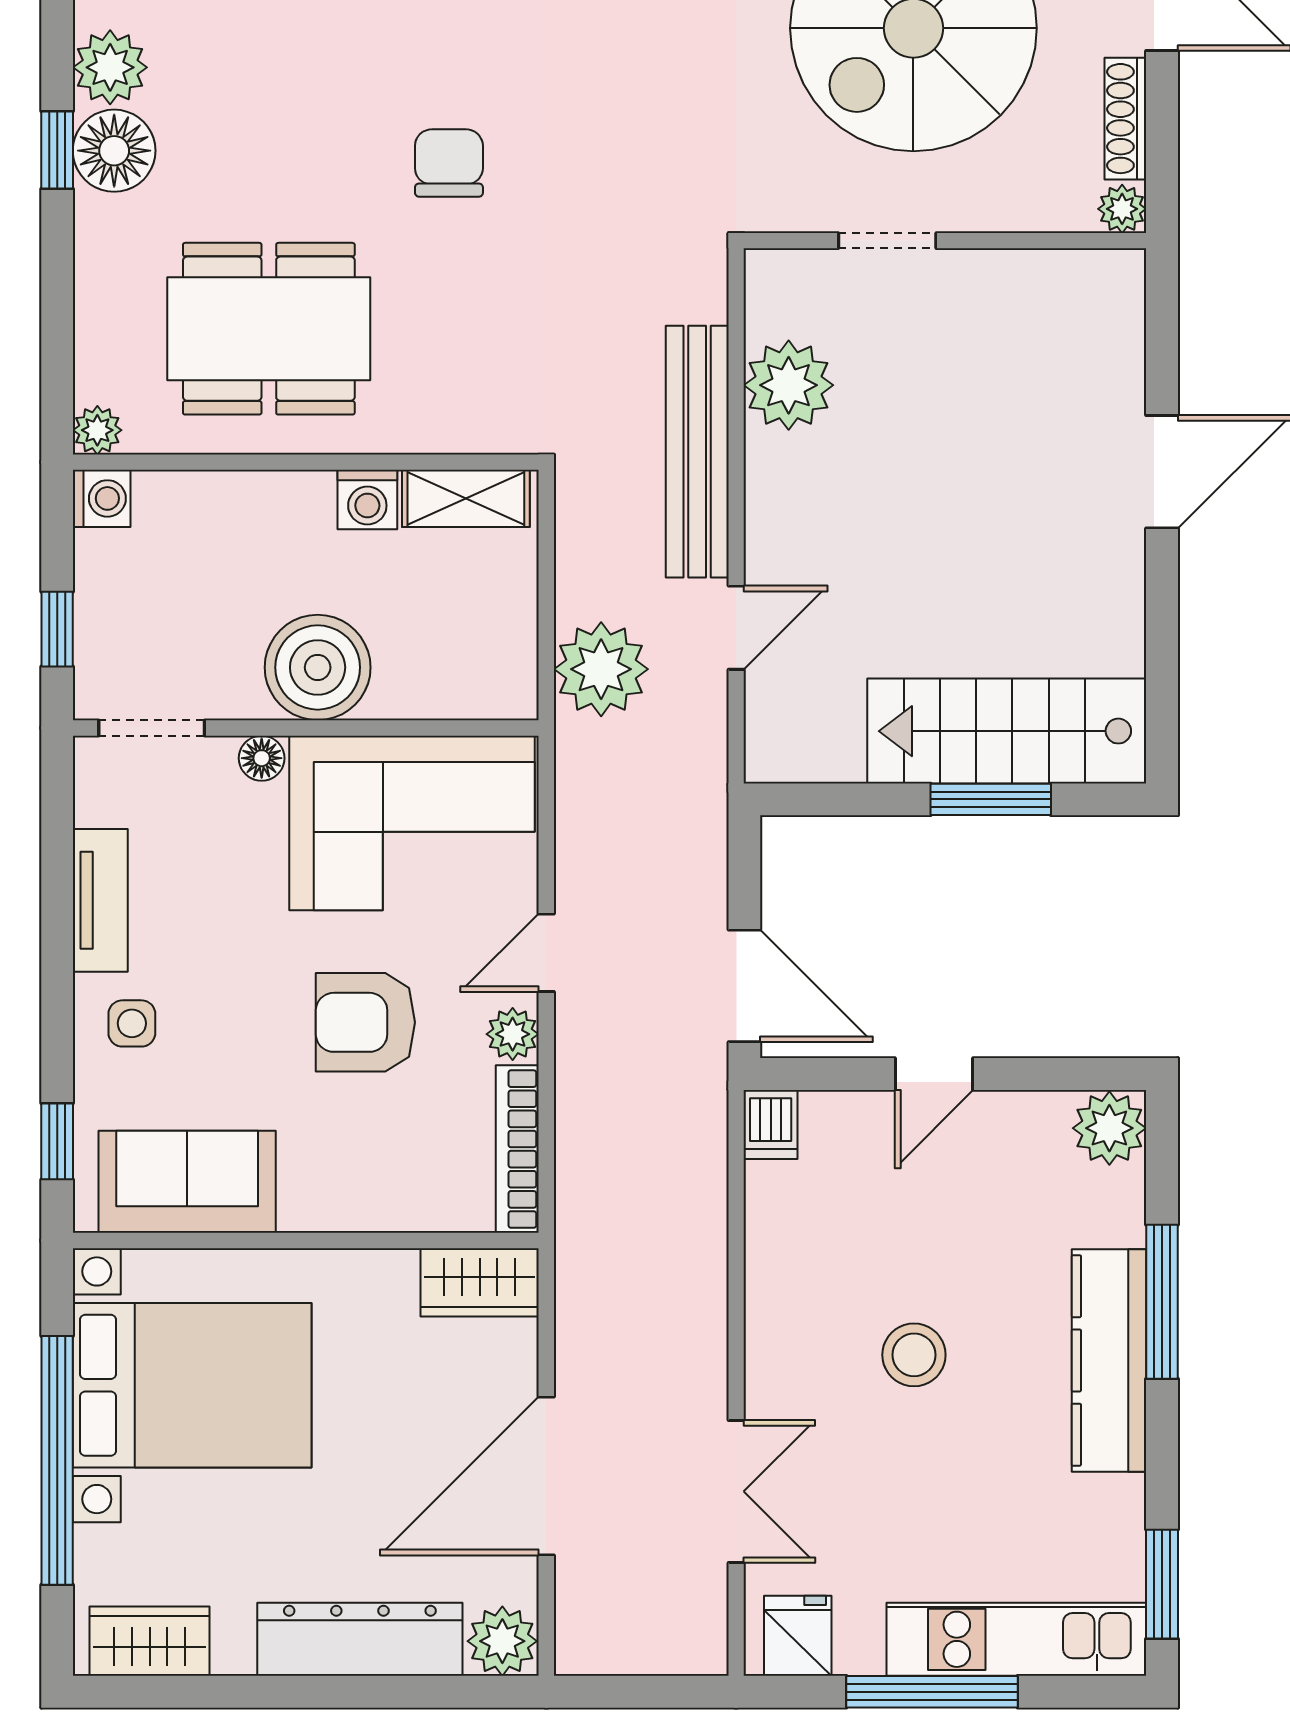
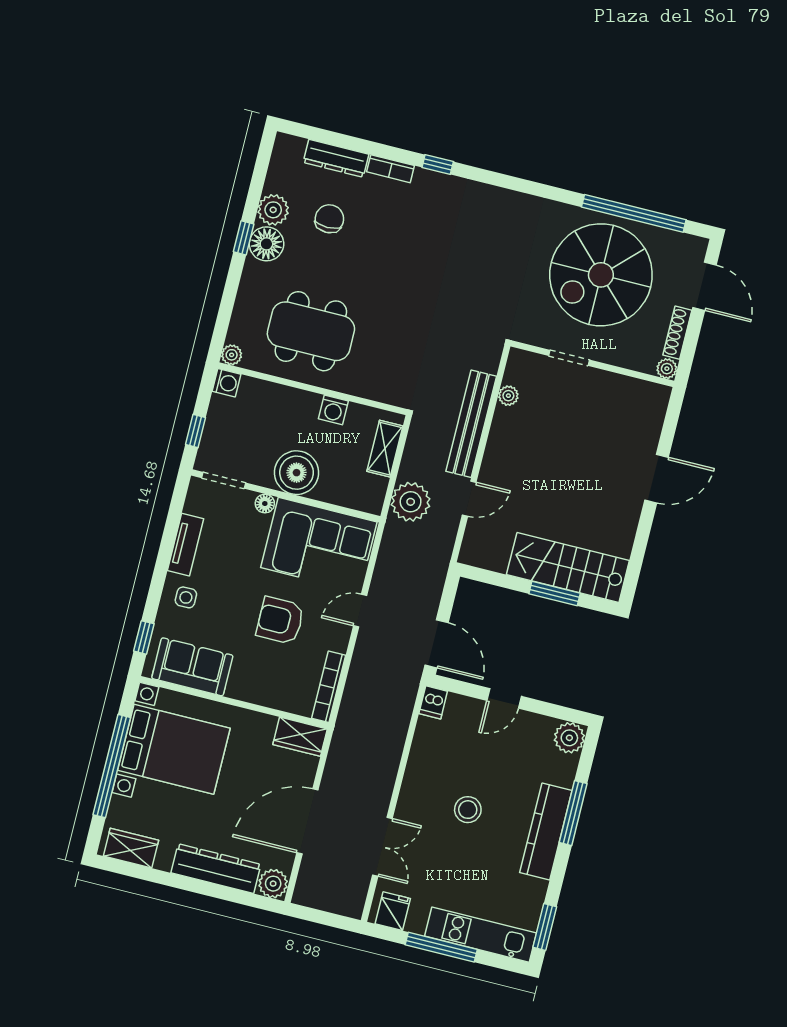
chair: (449, 163) -> (329, 219), moved
plant: (789, 385) -> (508, 396), width x0.53, depth x0.53
shelving: (466, 498) -> (385, 449), moved, turned 90
plant: (513, 1034) -> (338, 640), removed

